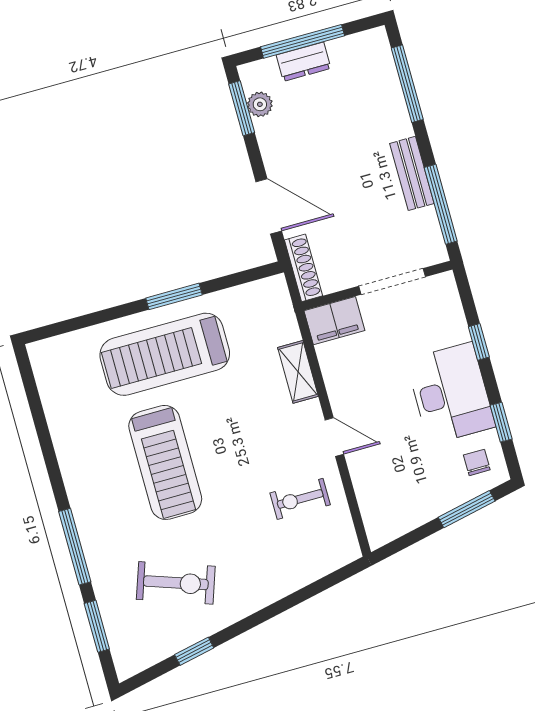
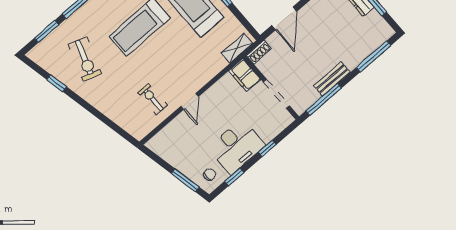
shoe rack: (303, 268) -> (259, 52), width x0.70
shelving: (298, 372) -> (237, 48), moved

